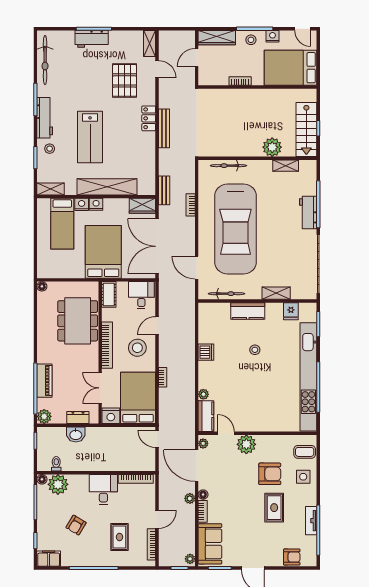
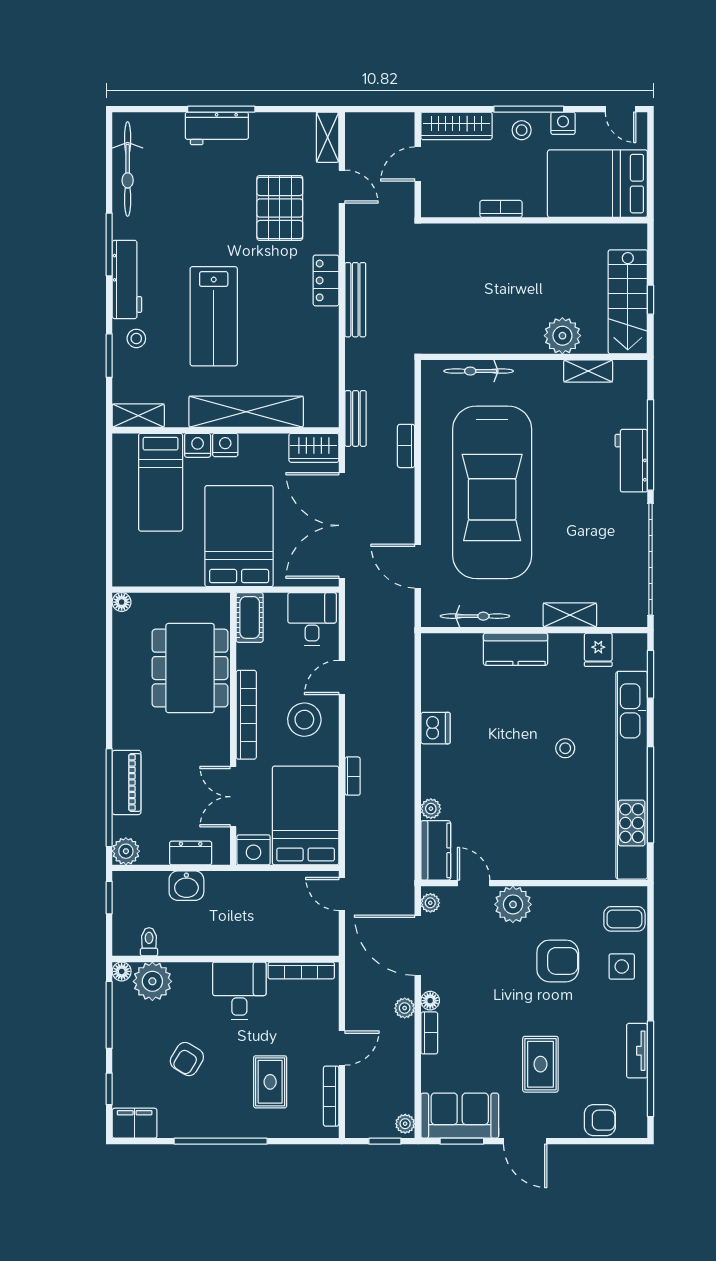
stool: (255, 350) -> (565, 748), moved
rug: (274, 508) -> (540, 1064), moved
sofa: (210, 544) -> (460, 1116), moved, turned -90

